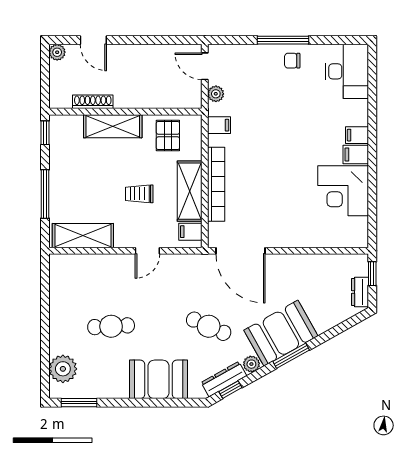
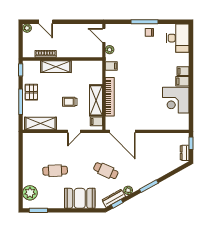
pallet: (168, 136) -> (31, 92), moved
booth: (281, 333) -> (143, 174), removed

